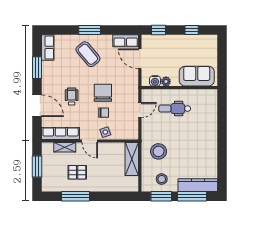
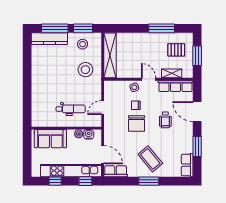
kitchen unit: (174, 41) -> (71, 171), added
shelving: (132, 159) -> (110, 55), width x1.47
pallet: (77, 172) -> (176, 50), moved

